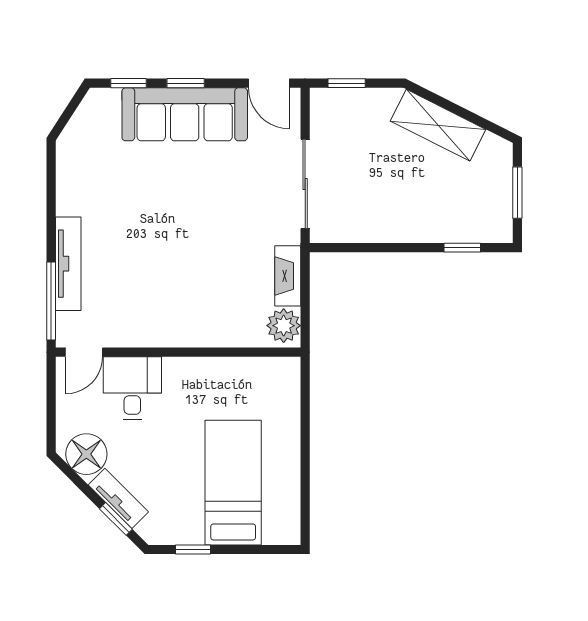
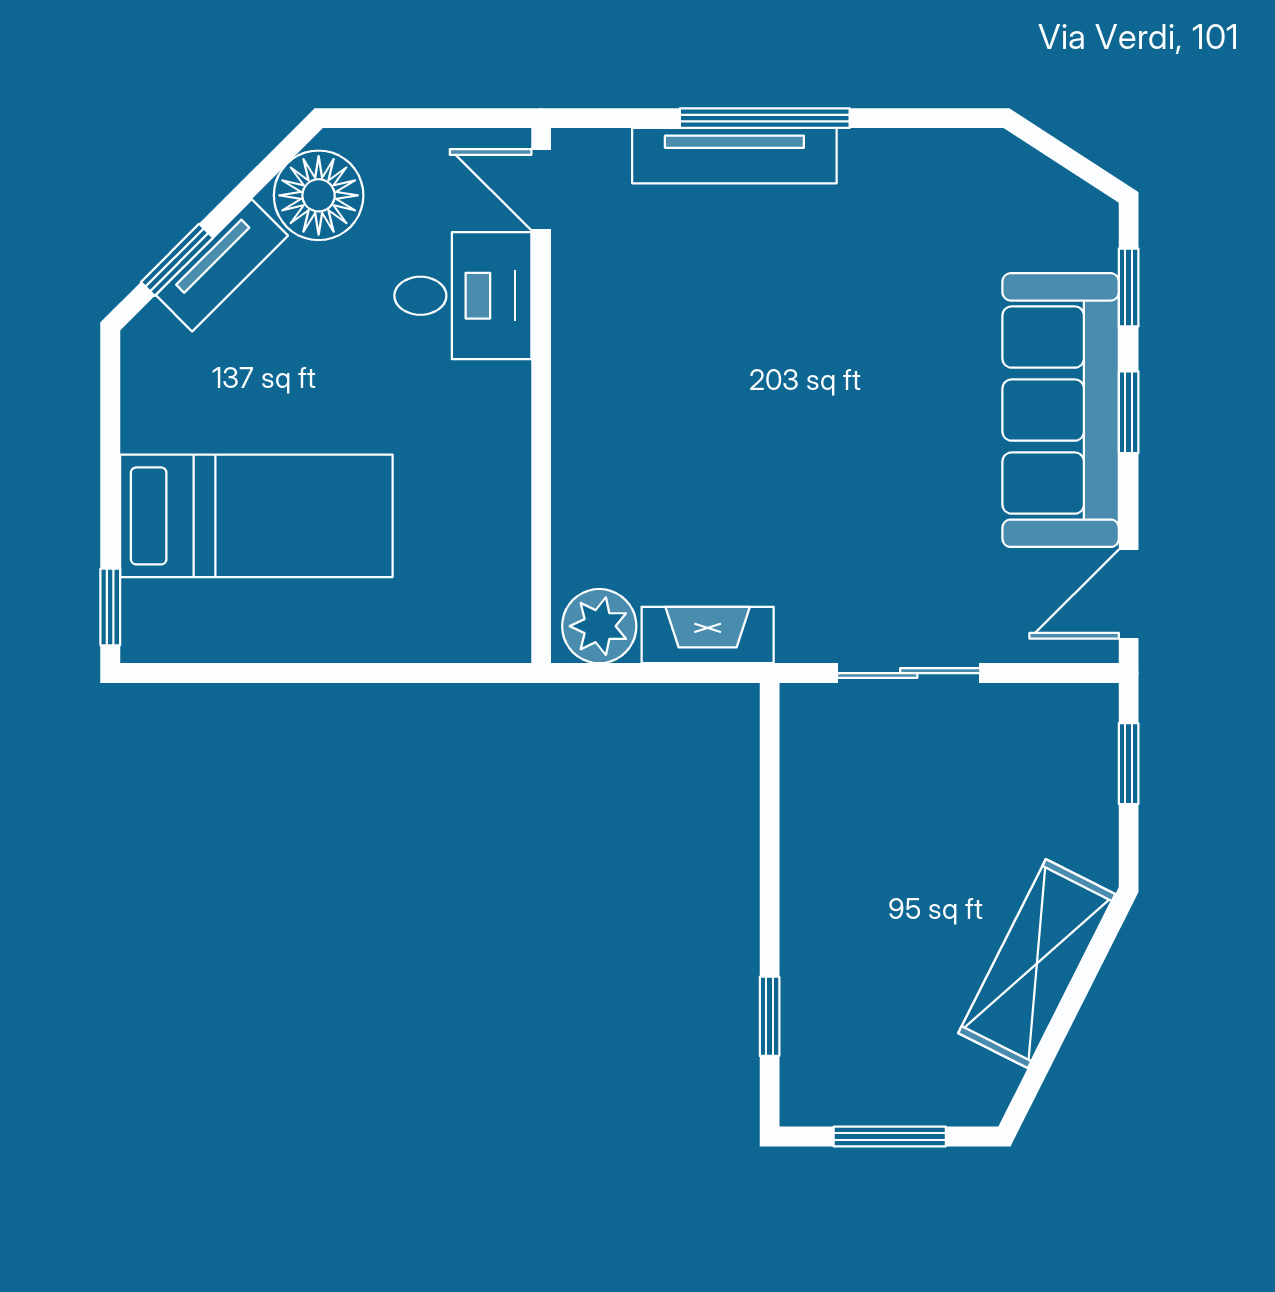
sliding door: (305, 184) -> (909, 673), width x0.73
window: (51, 301) -> (765, 118), moved
window: (193, 550) -> (110, 607), moved

